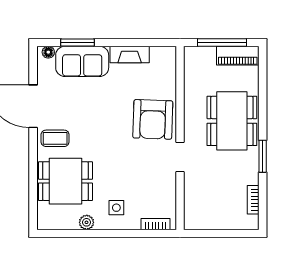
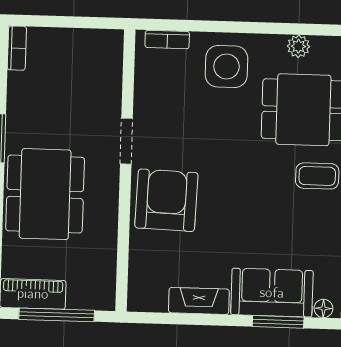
bookcase: (253, 200) -> (17, 48), moved
side table: (116, 208) -> (226, 66), width x1.87, depth x1.87
plant: (87, 222) -> (298, 46), moved

